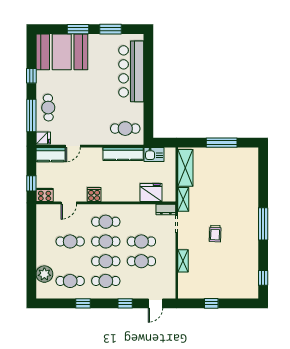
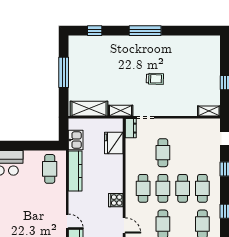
cafe table: (141, 261) -> (183, 153), removed
shelving: (183, 261) -> (209, 111), moved
window: (263, 278) -> (95, 31), moved

